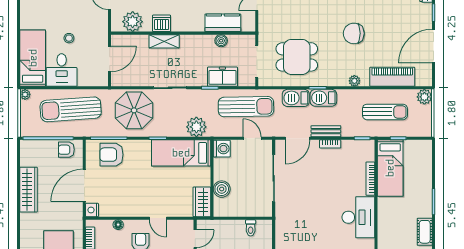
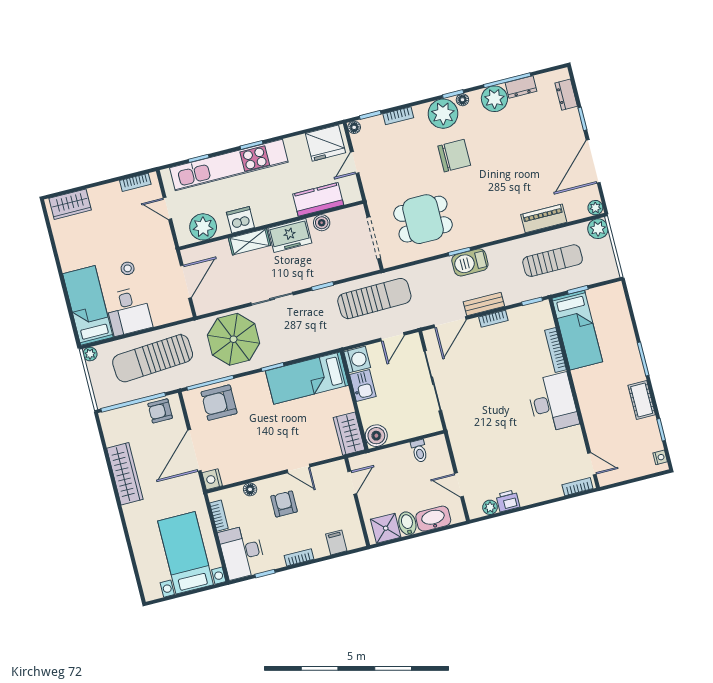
chair: (354, 33) -> (454, 156), moved, turned 180
freezer: (222, 77) -> (290, 236), moved, turned 180
piano: (392, 77) -> (544, 218), width x0.73, depth x0.75
plant: (354, 81) -> (595, 208), moved
barbecue: (296, 98) -> (435, 271), removed
plant: (196, 127) -> (318, 340), removed
door: (252, 138) -> (392, 337), swing flipped
kitchen sink: (221, 169) -> (363, 386), added
boiler: (222, 189) -> (376, 436), moved

